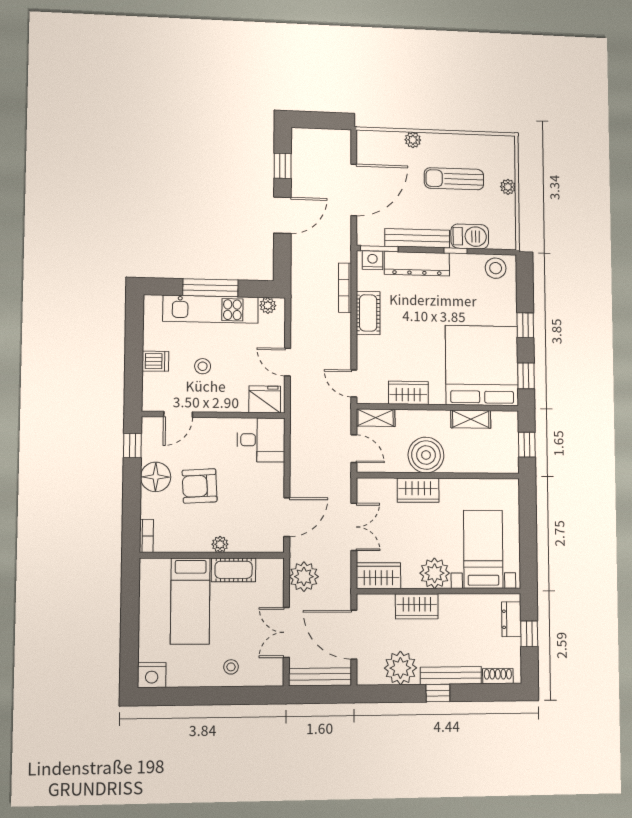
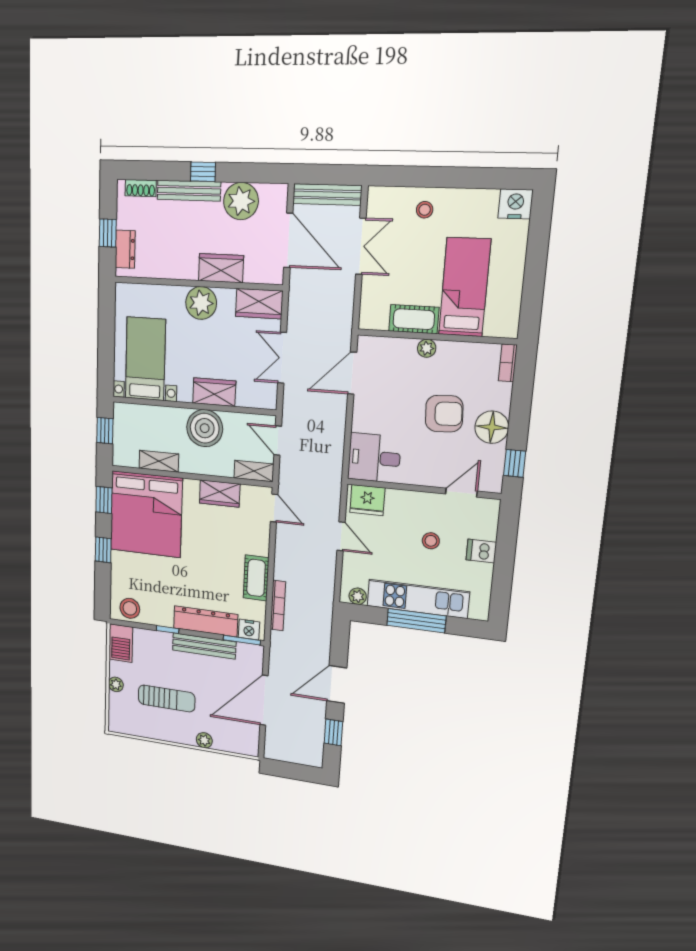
barbecue: (470, 236) -> (121, 643), moved, turned -90
bed with nightstands: (483, 549) -> (145, 359), moved, turned 180
plant: (304, 577) -> (338, 307), removed

